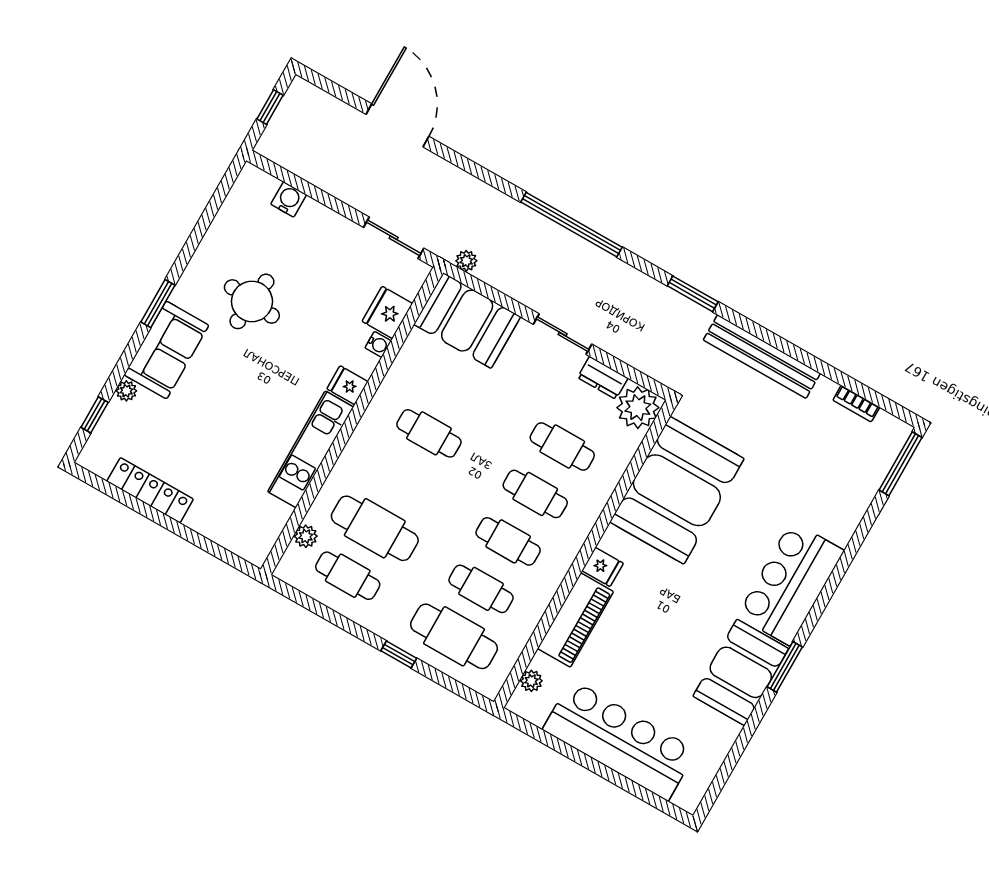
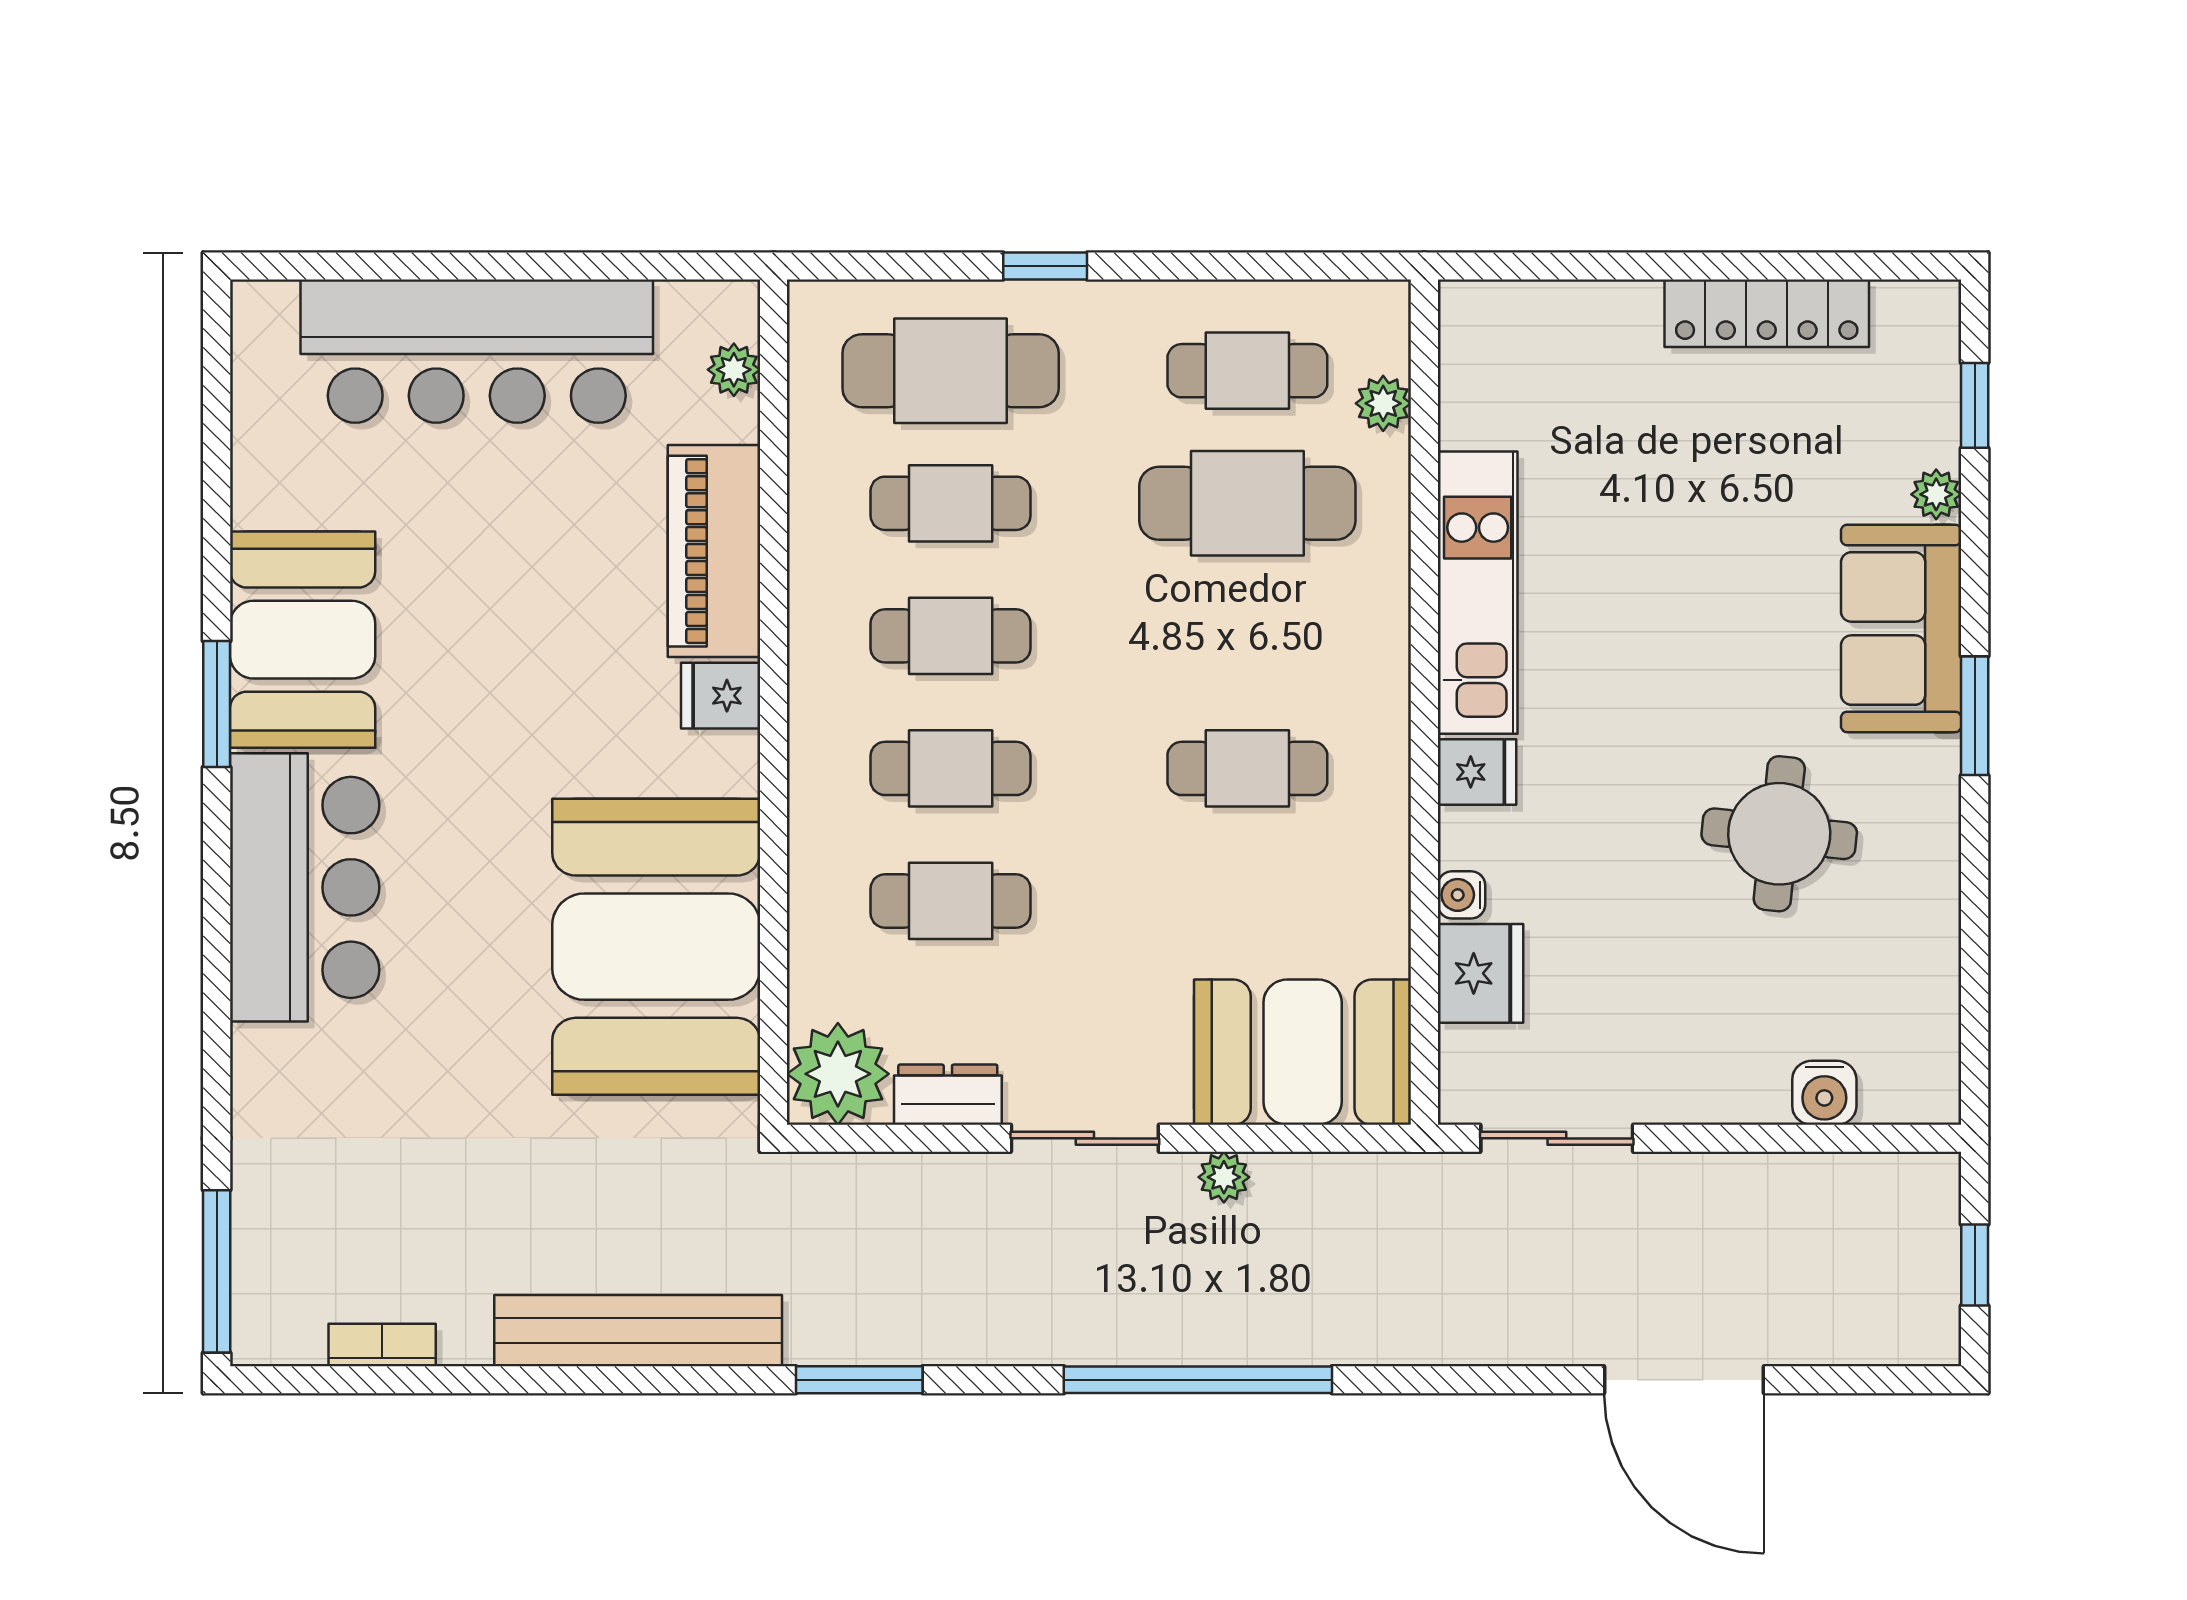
plant: (466, 261) -> (1224, 1177), moved

